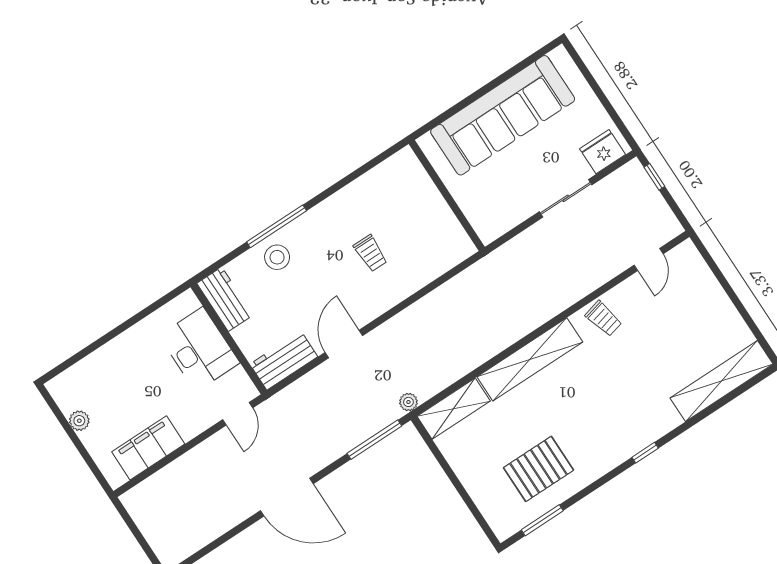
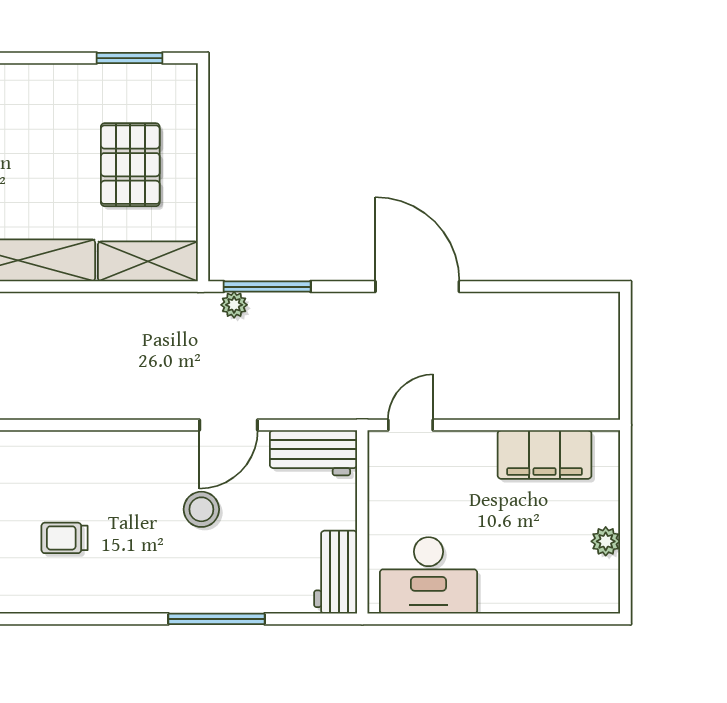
trolley: (371, 253) -> (65, 538), moved, turned -90
stool: (277, 257) -> (201, 509), moved
desk: (199, 349) -> (428, 575), moved, turned -90
plant: (408, 402) -> (234, 305), moved
pallet: (538, 469) -> (130, 165), moved, turned 90

